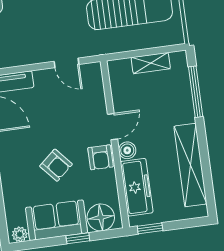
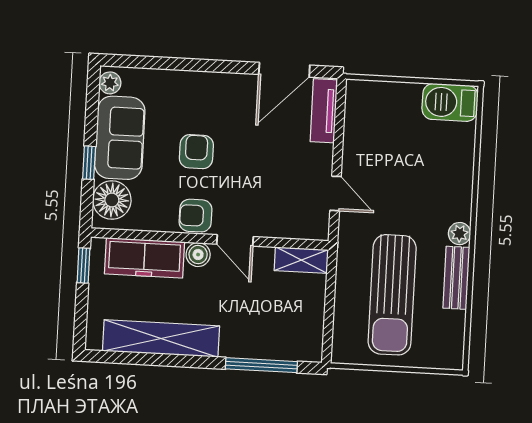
door: (67, 63) -> (336, 193), swing flipped
shelving: (151, 63) -> (301, 260), moved, turned 90
armchair: (56, 165) -> (196, 152), turned 131

